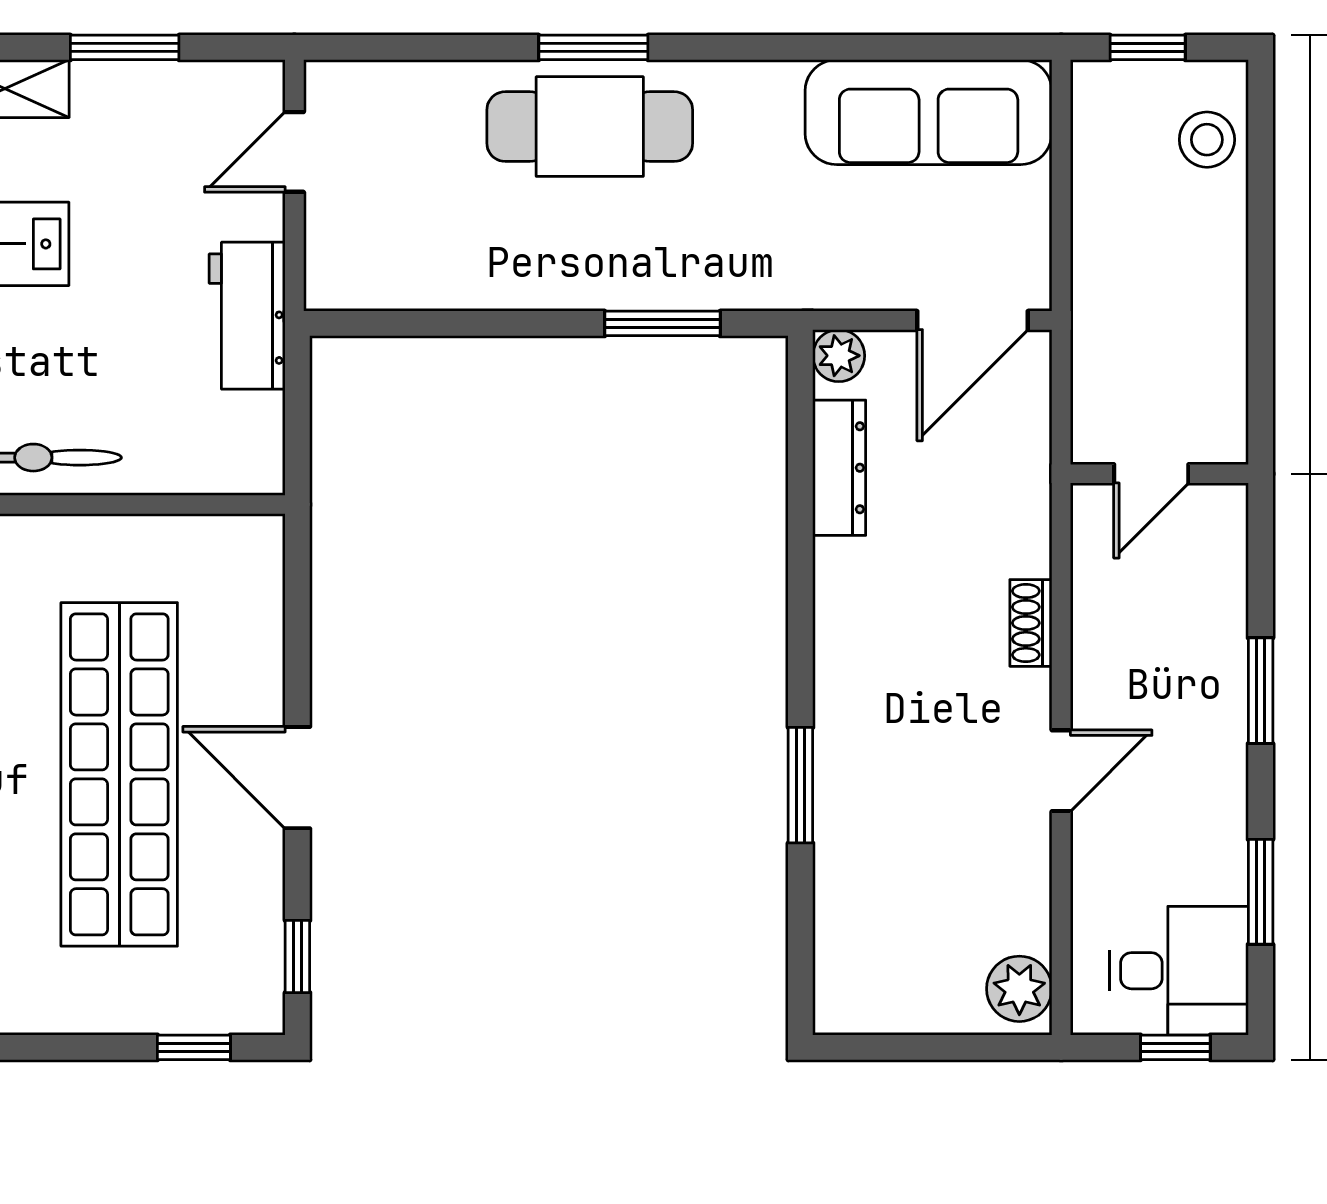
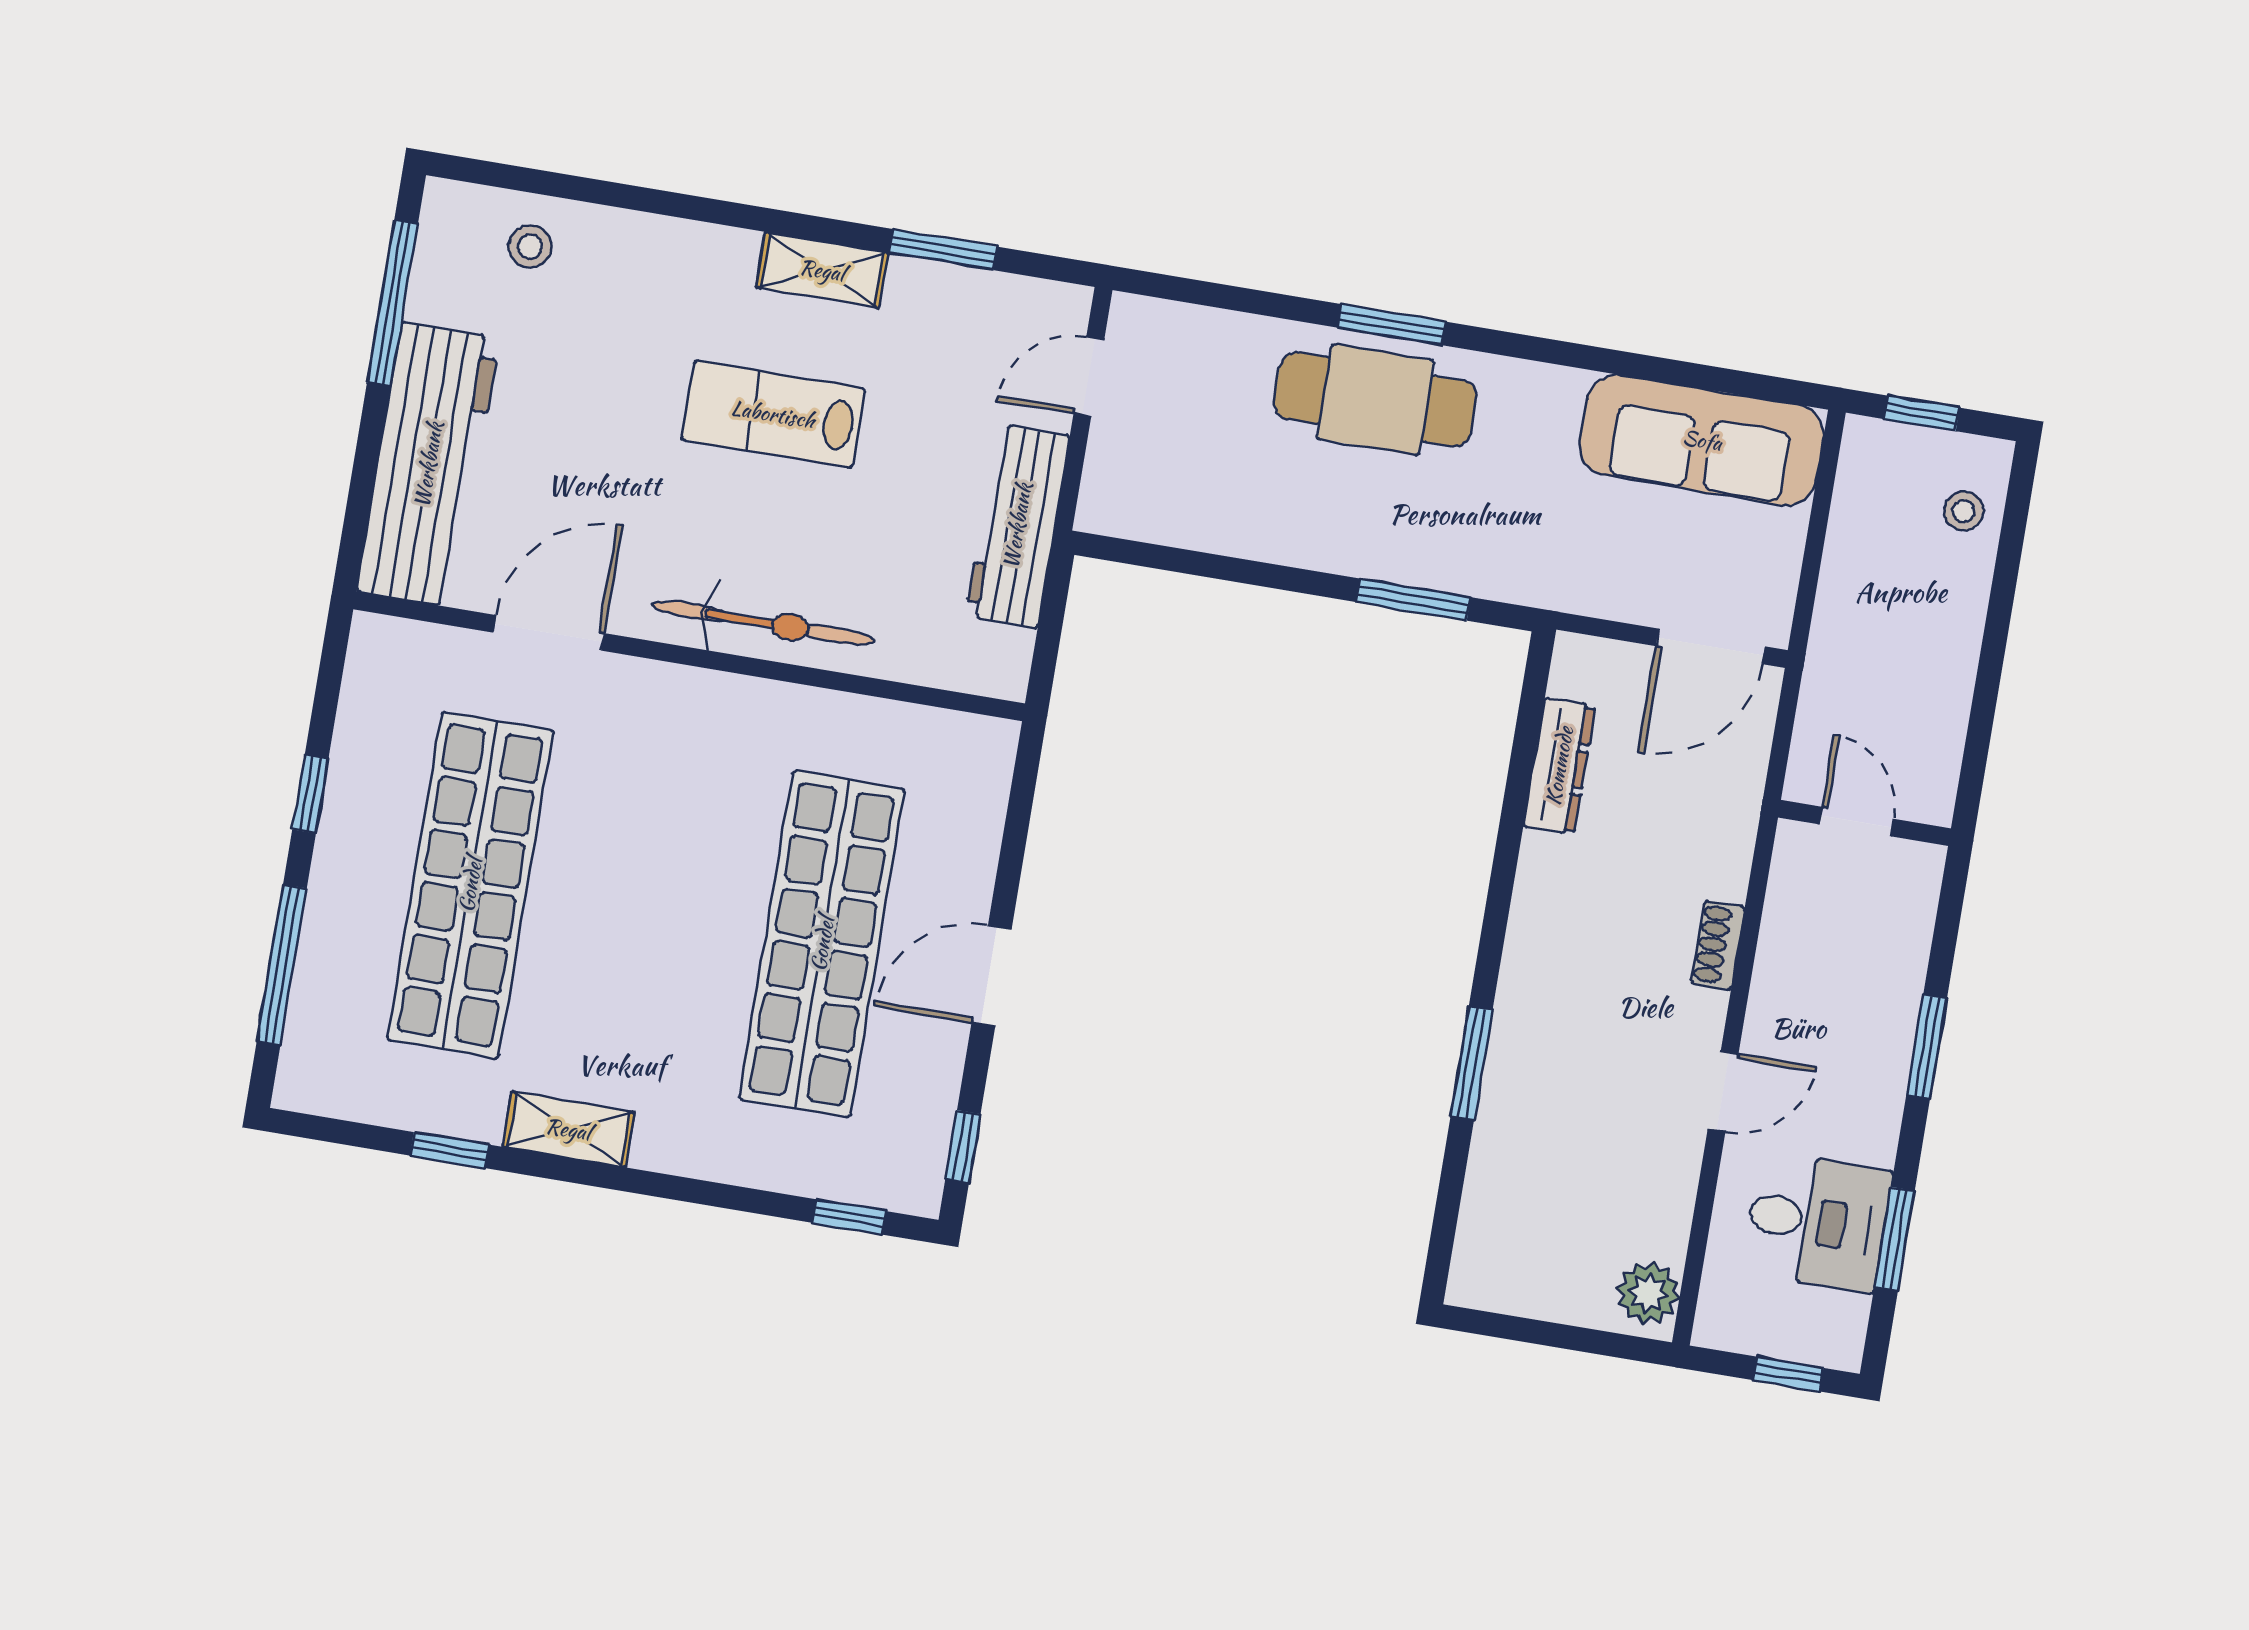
stool: (1207, 140) -> (1964, 511), width x0.73, depth x0.73
workbench: (247, 316) -> (1017, 526), width x1.37
plant: (839, 356) -> (1577, 659), removed
door: (1151, 474) -> (1857, 822), swing flipped
door: (297, 778) -> (992, 976), hinge flipped
desk: (1179, 971) -> (1817, 1222), moved

